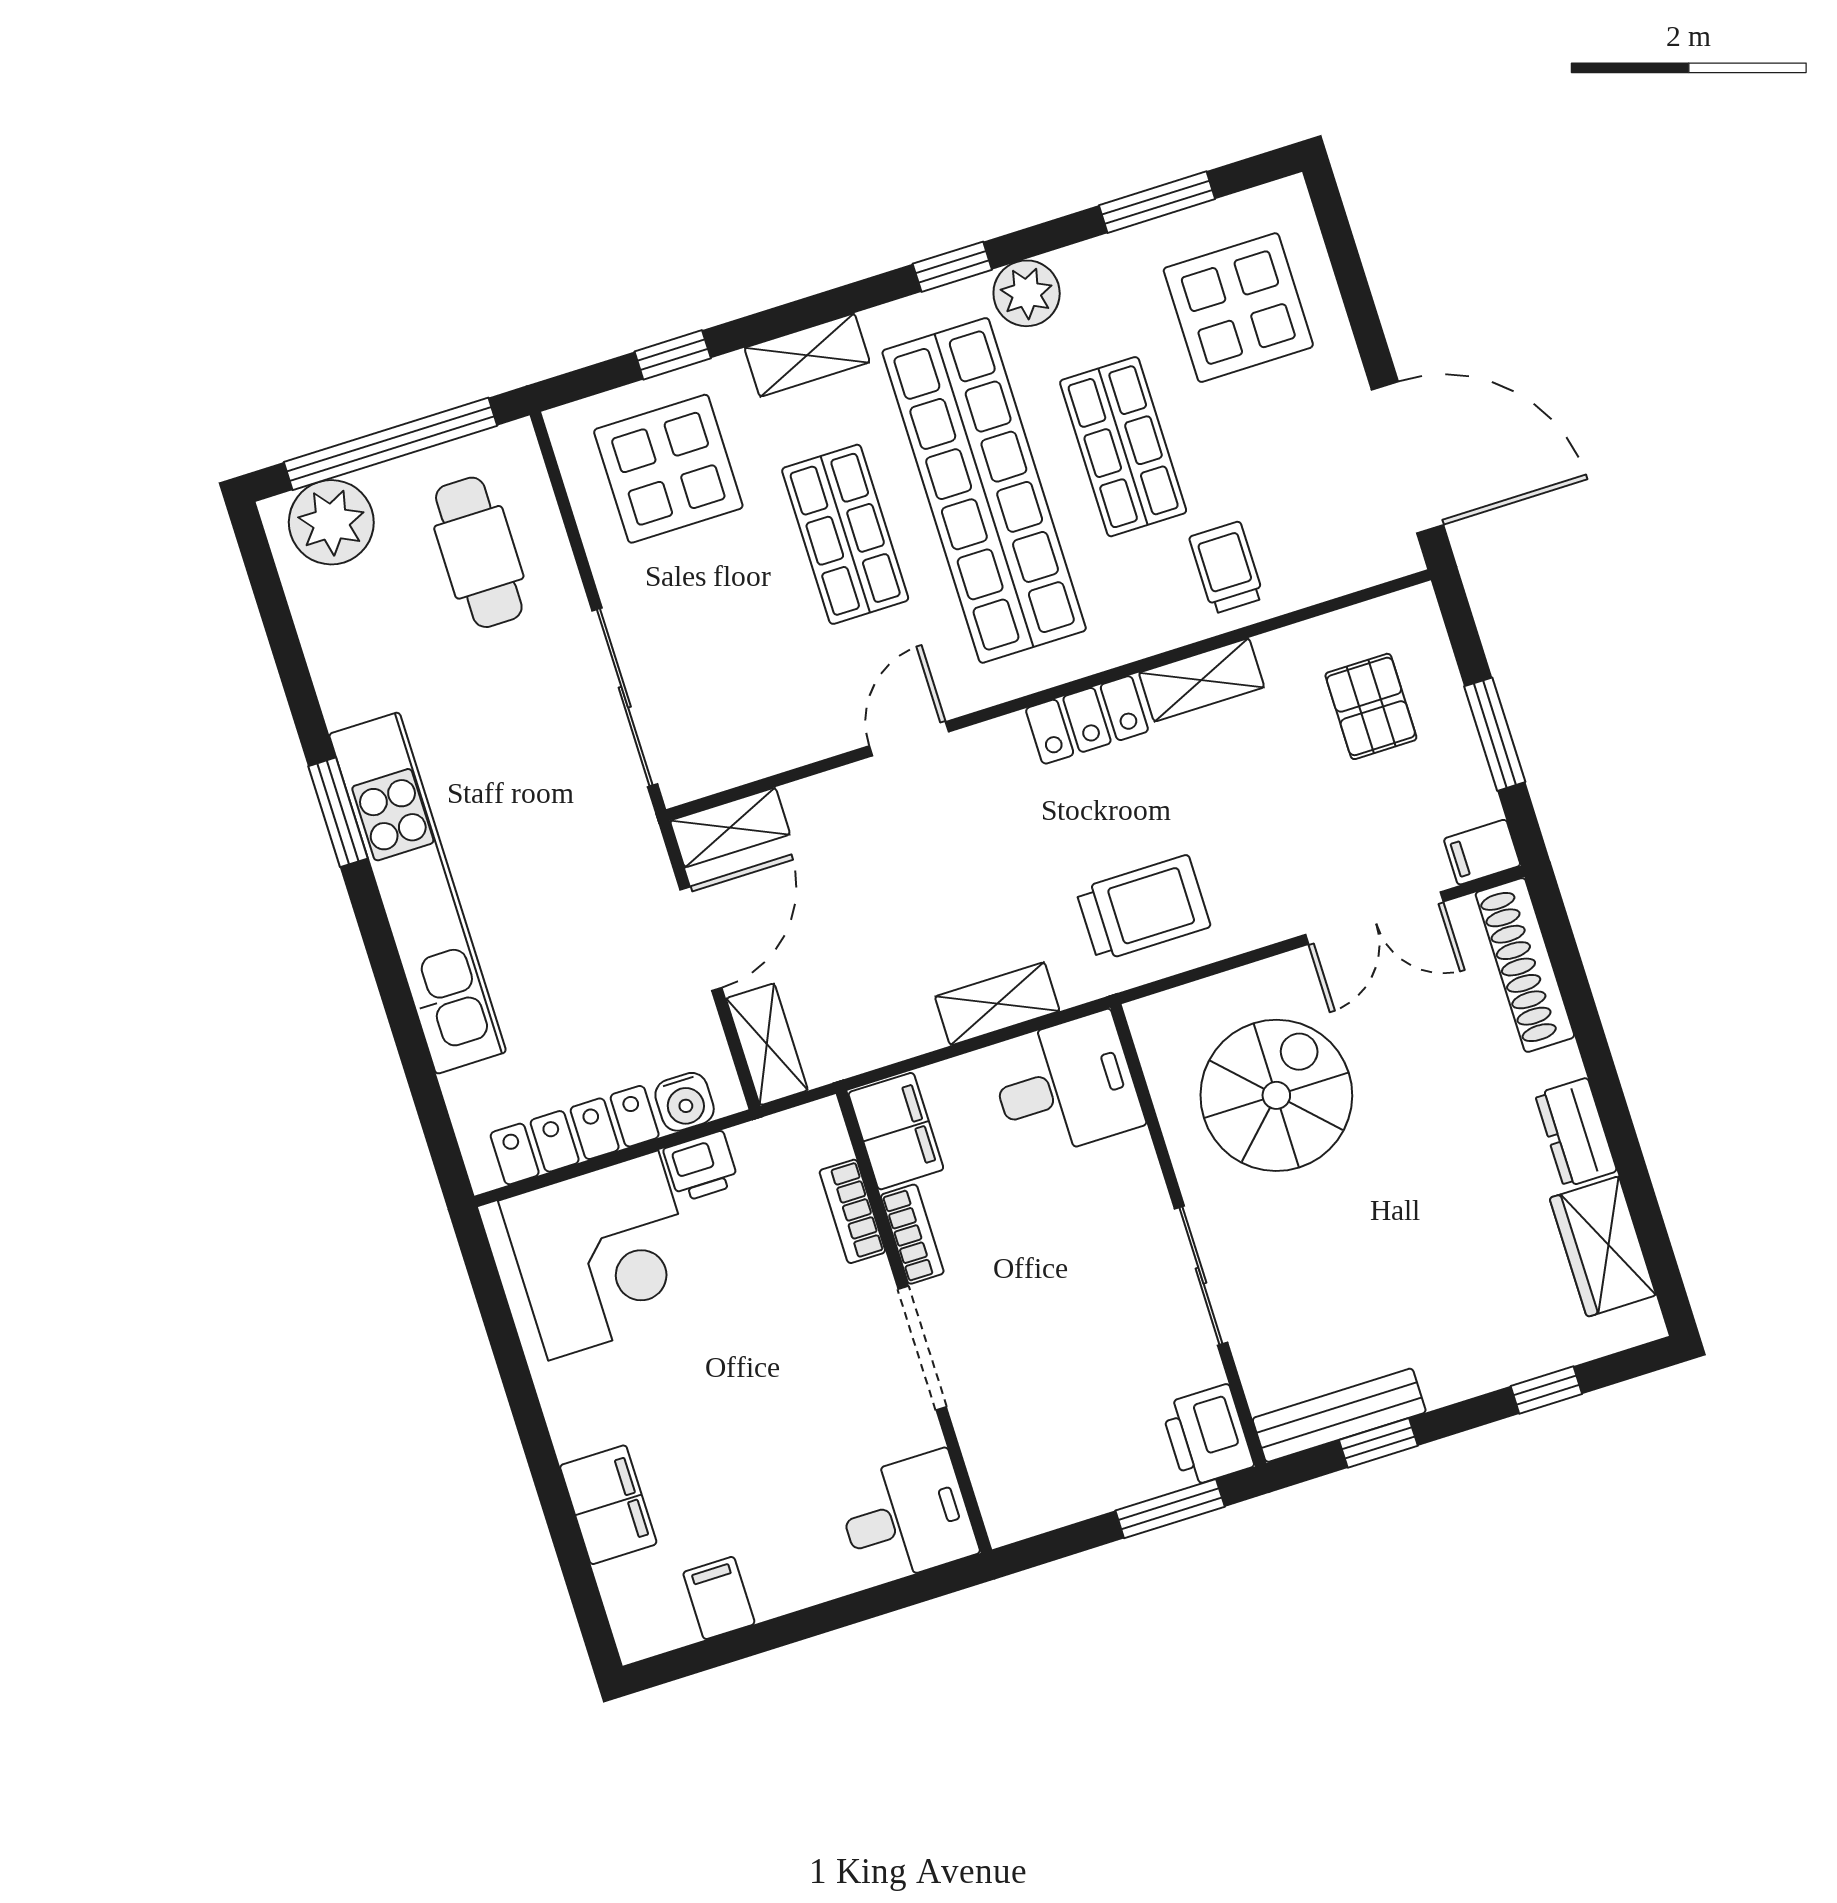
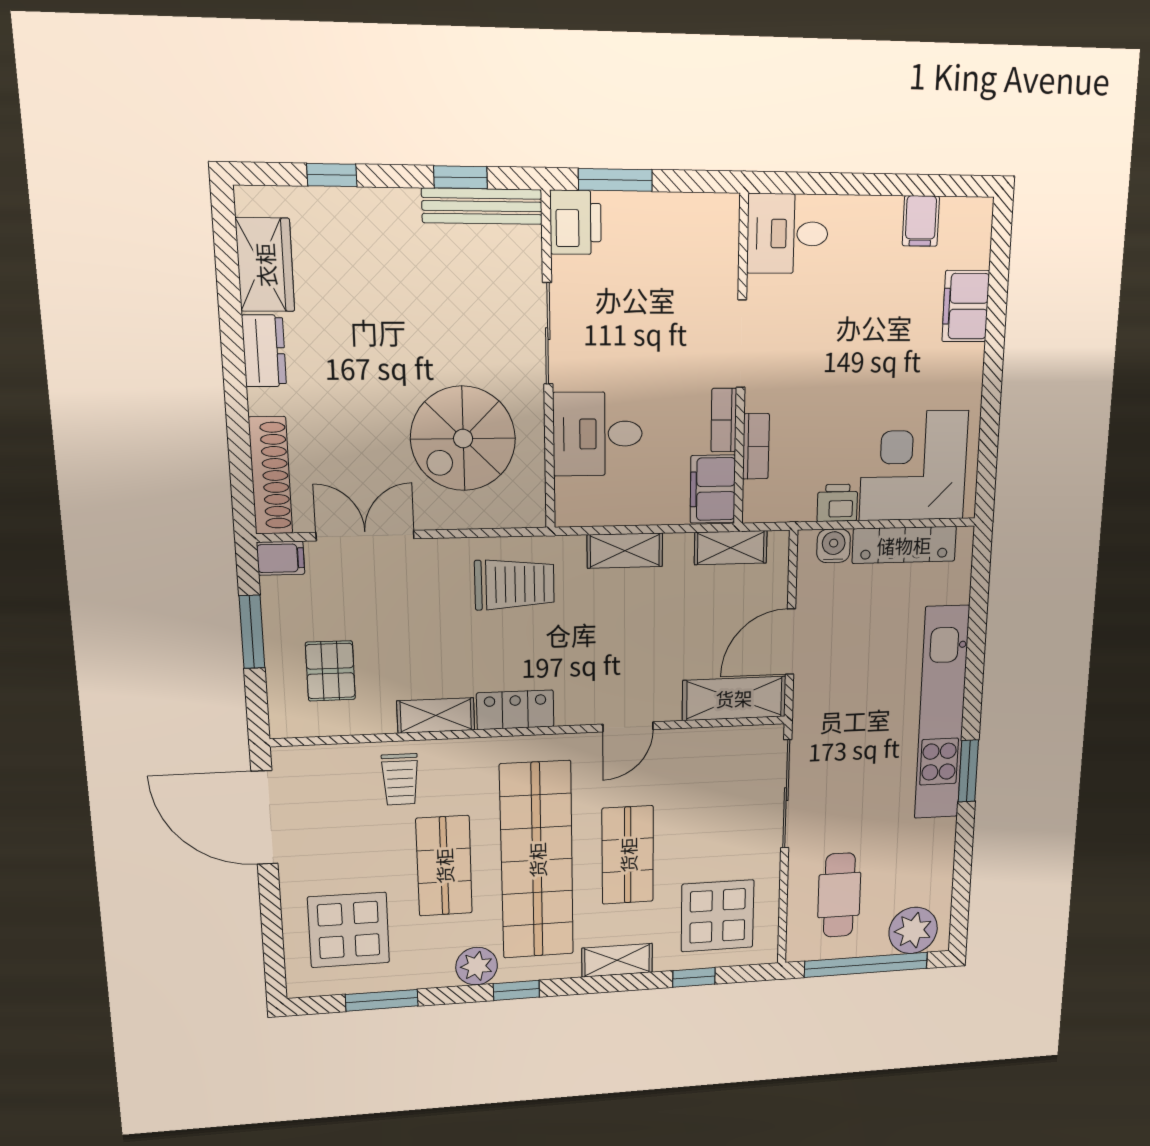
shelving: (730, 827) -> (734, 698), width x1.50, depth x1.33
trolley: (1143, 908) -> (515, 584), turned 180
shelving: (767, 1044) -> (731, 548), moved, turned 90
desk: (1066, 1086) -> (598, 434), moved

